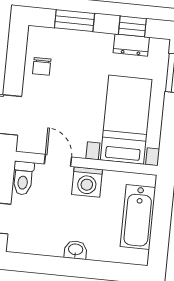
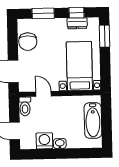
chair: (42, 66) -> (28, 42), width x1.87, depth x1.87
washing machine: (87, 182) -> (44, 141), moved, turned 180

